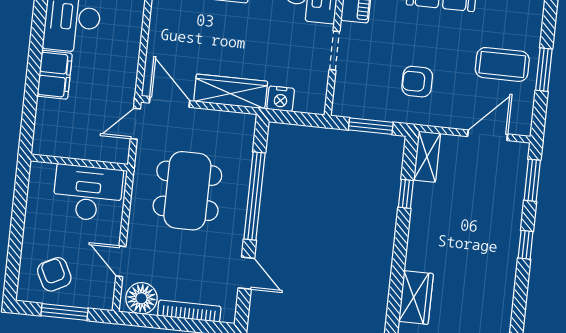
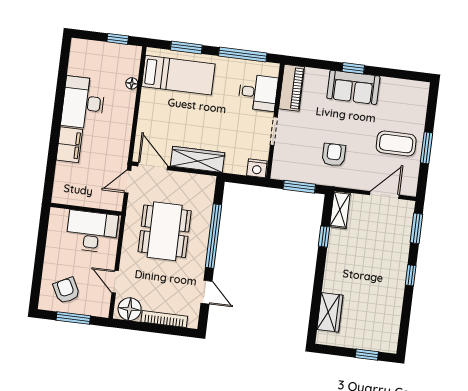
armchair: (417, 82) -> (334, 155), turned 90
nightstand: (281, 99) -> (257, 168), moved

